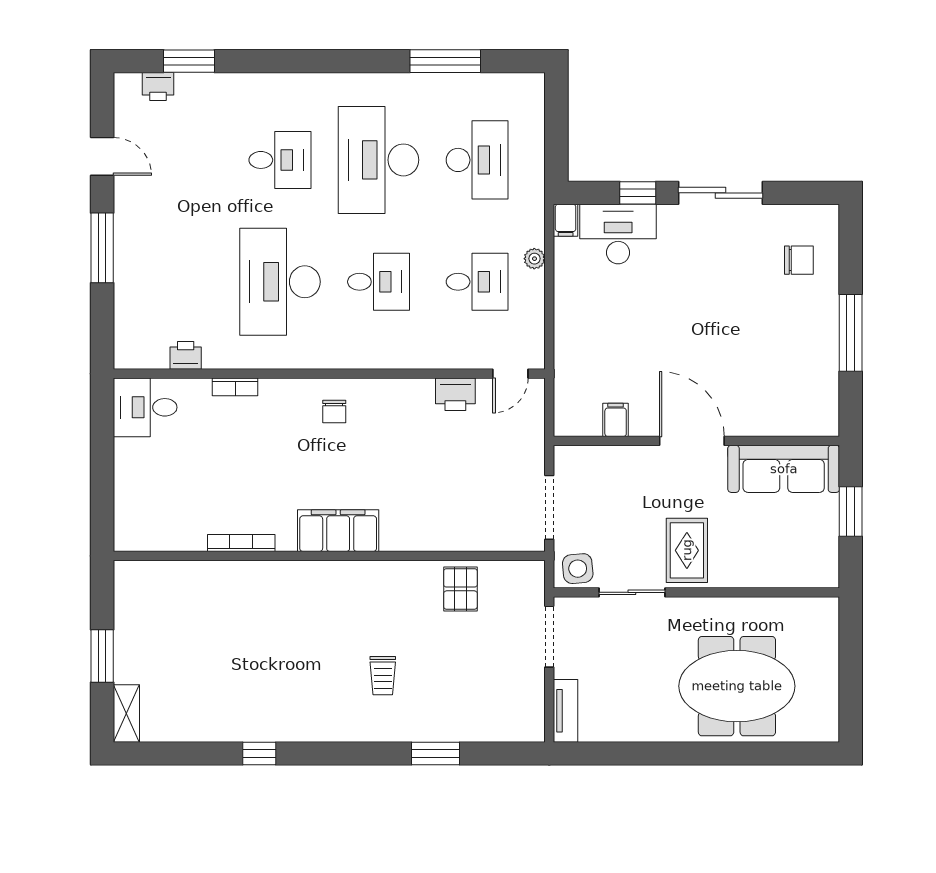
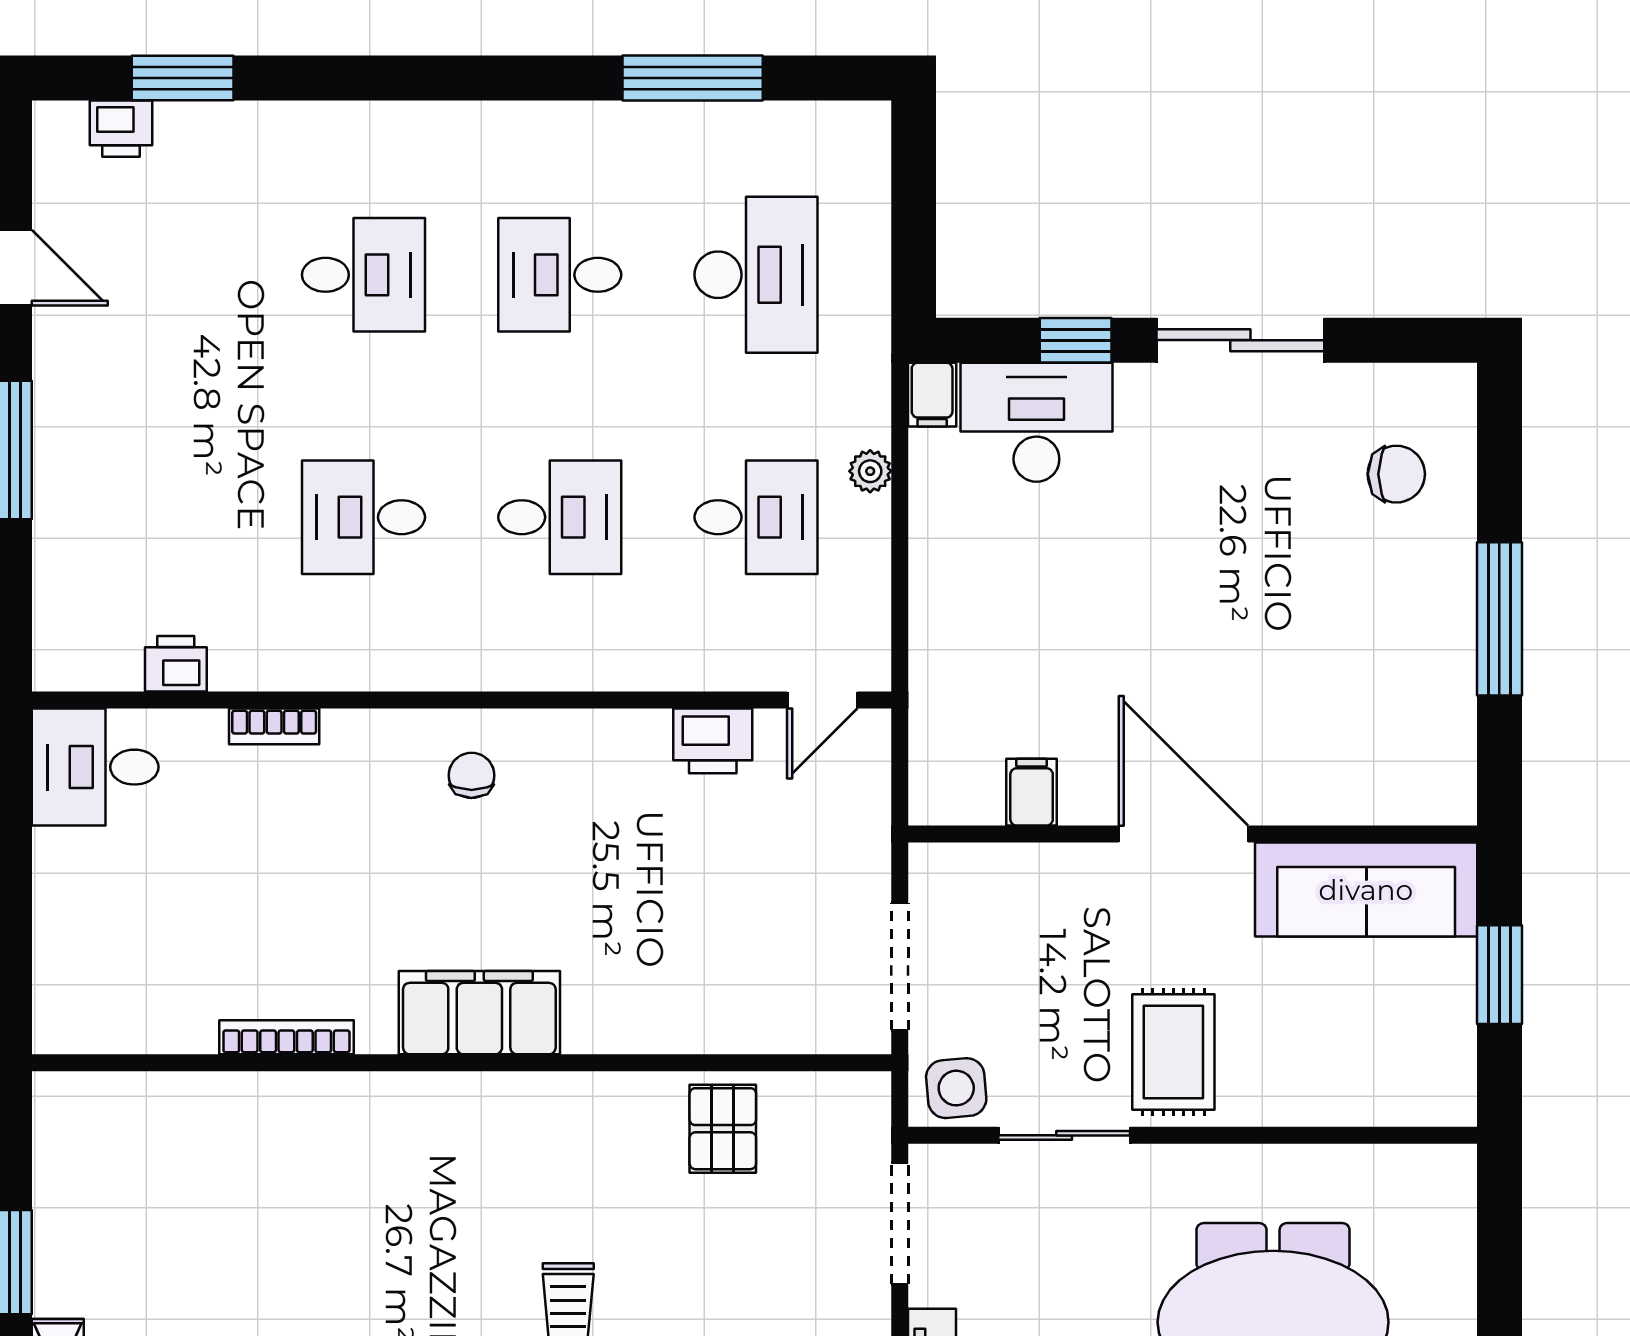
desk: (379, 160) -> (560, 275), width x0.53, depth x0.77
desk: (280, 282) -> (363, 517), width x0.53, depth x0.77
chair: (334, 411) -> (472, 775), turned 180

